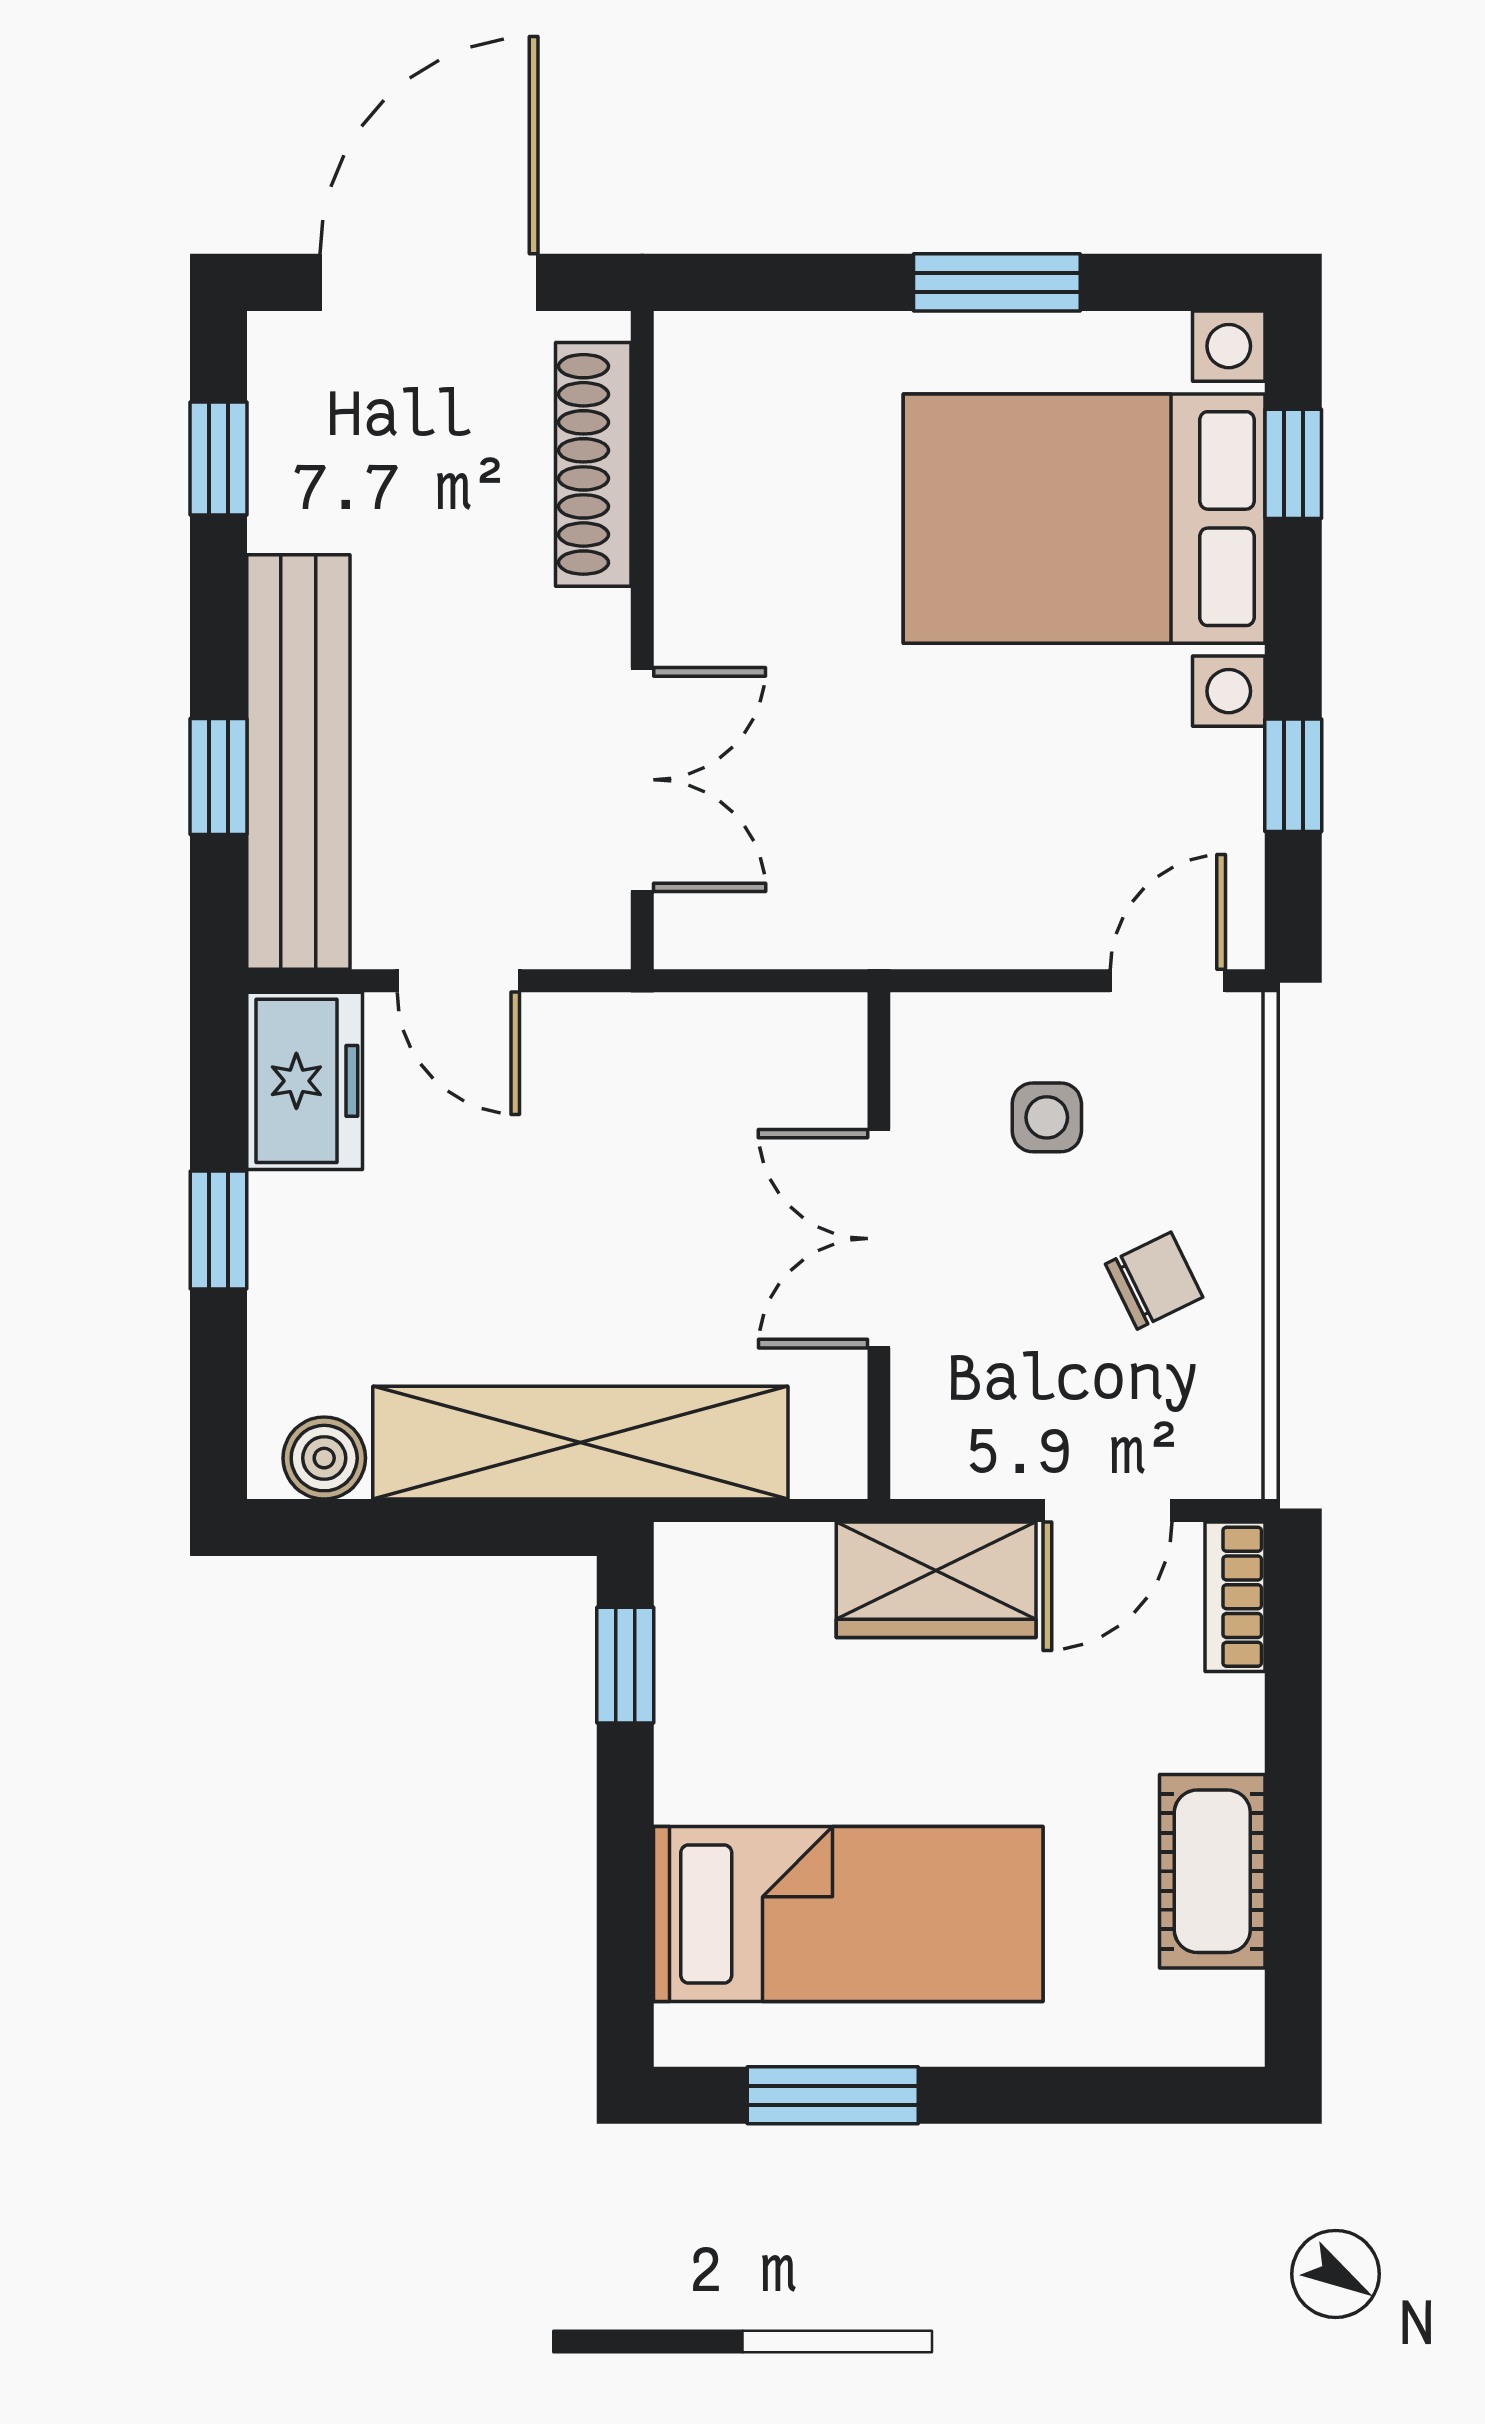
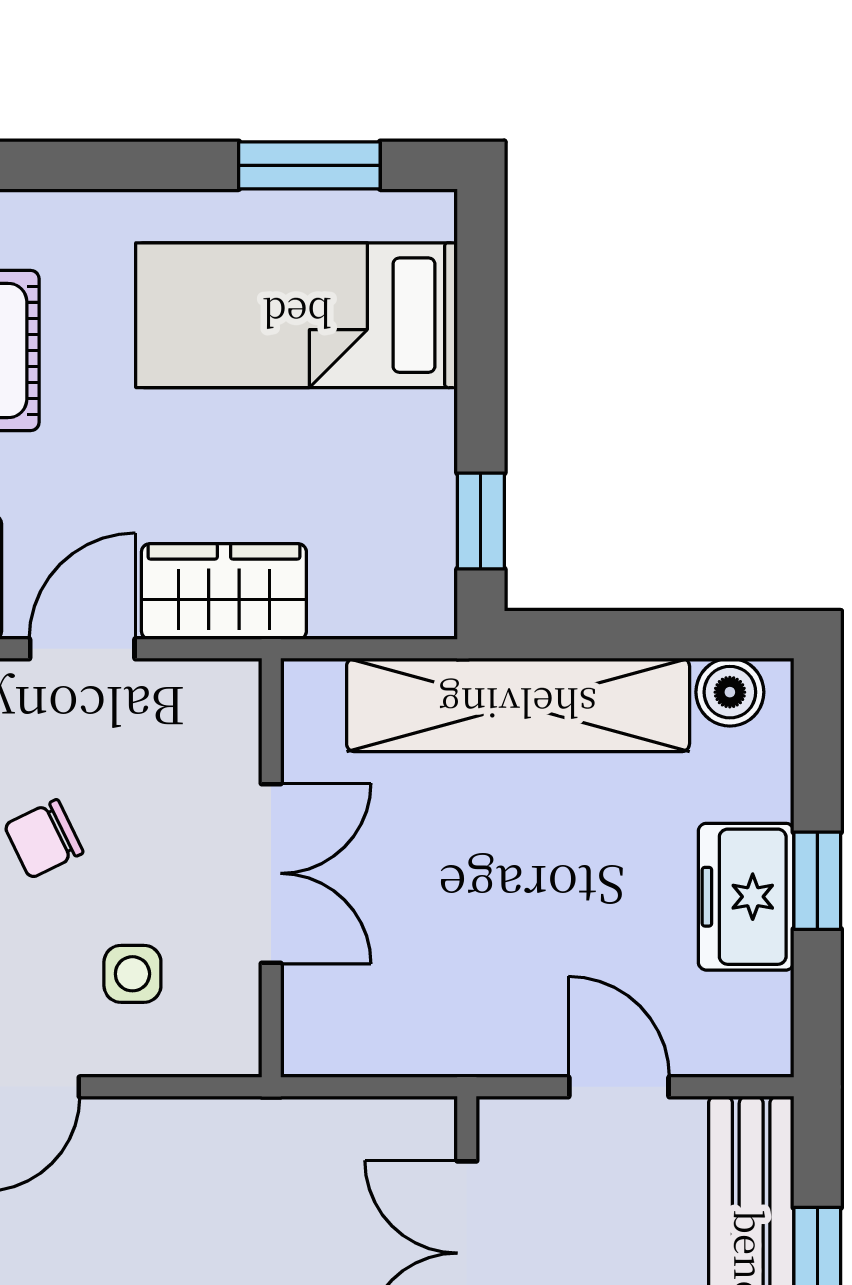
freezer: (305, 1081) -> (746, 897), moved

